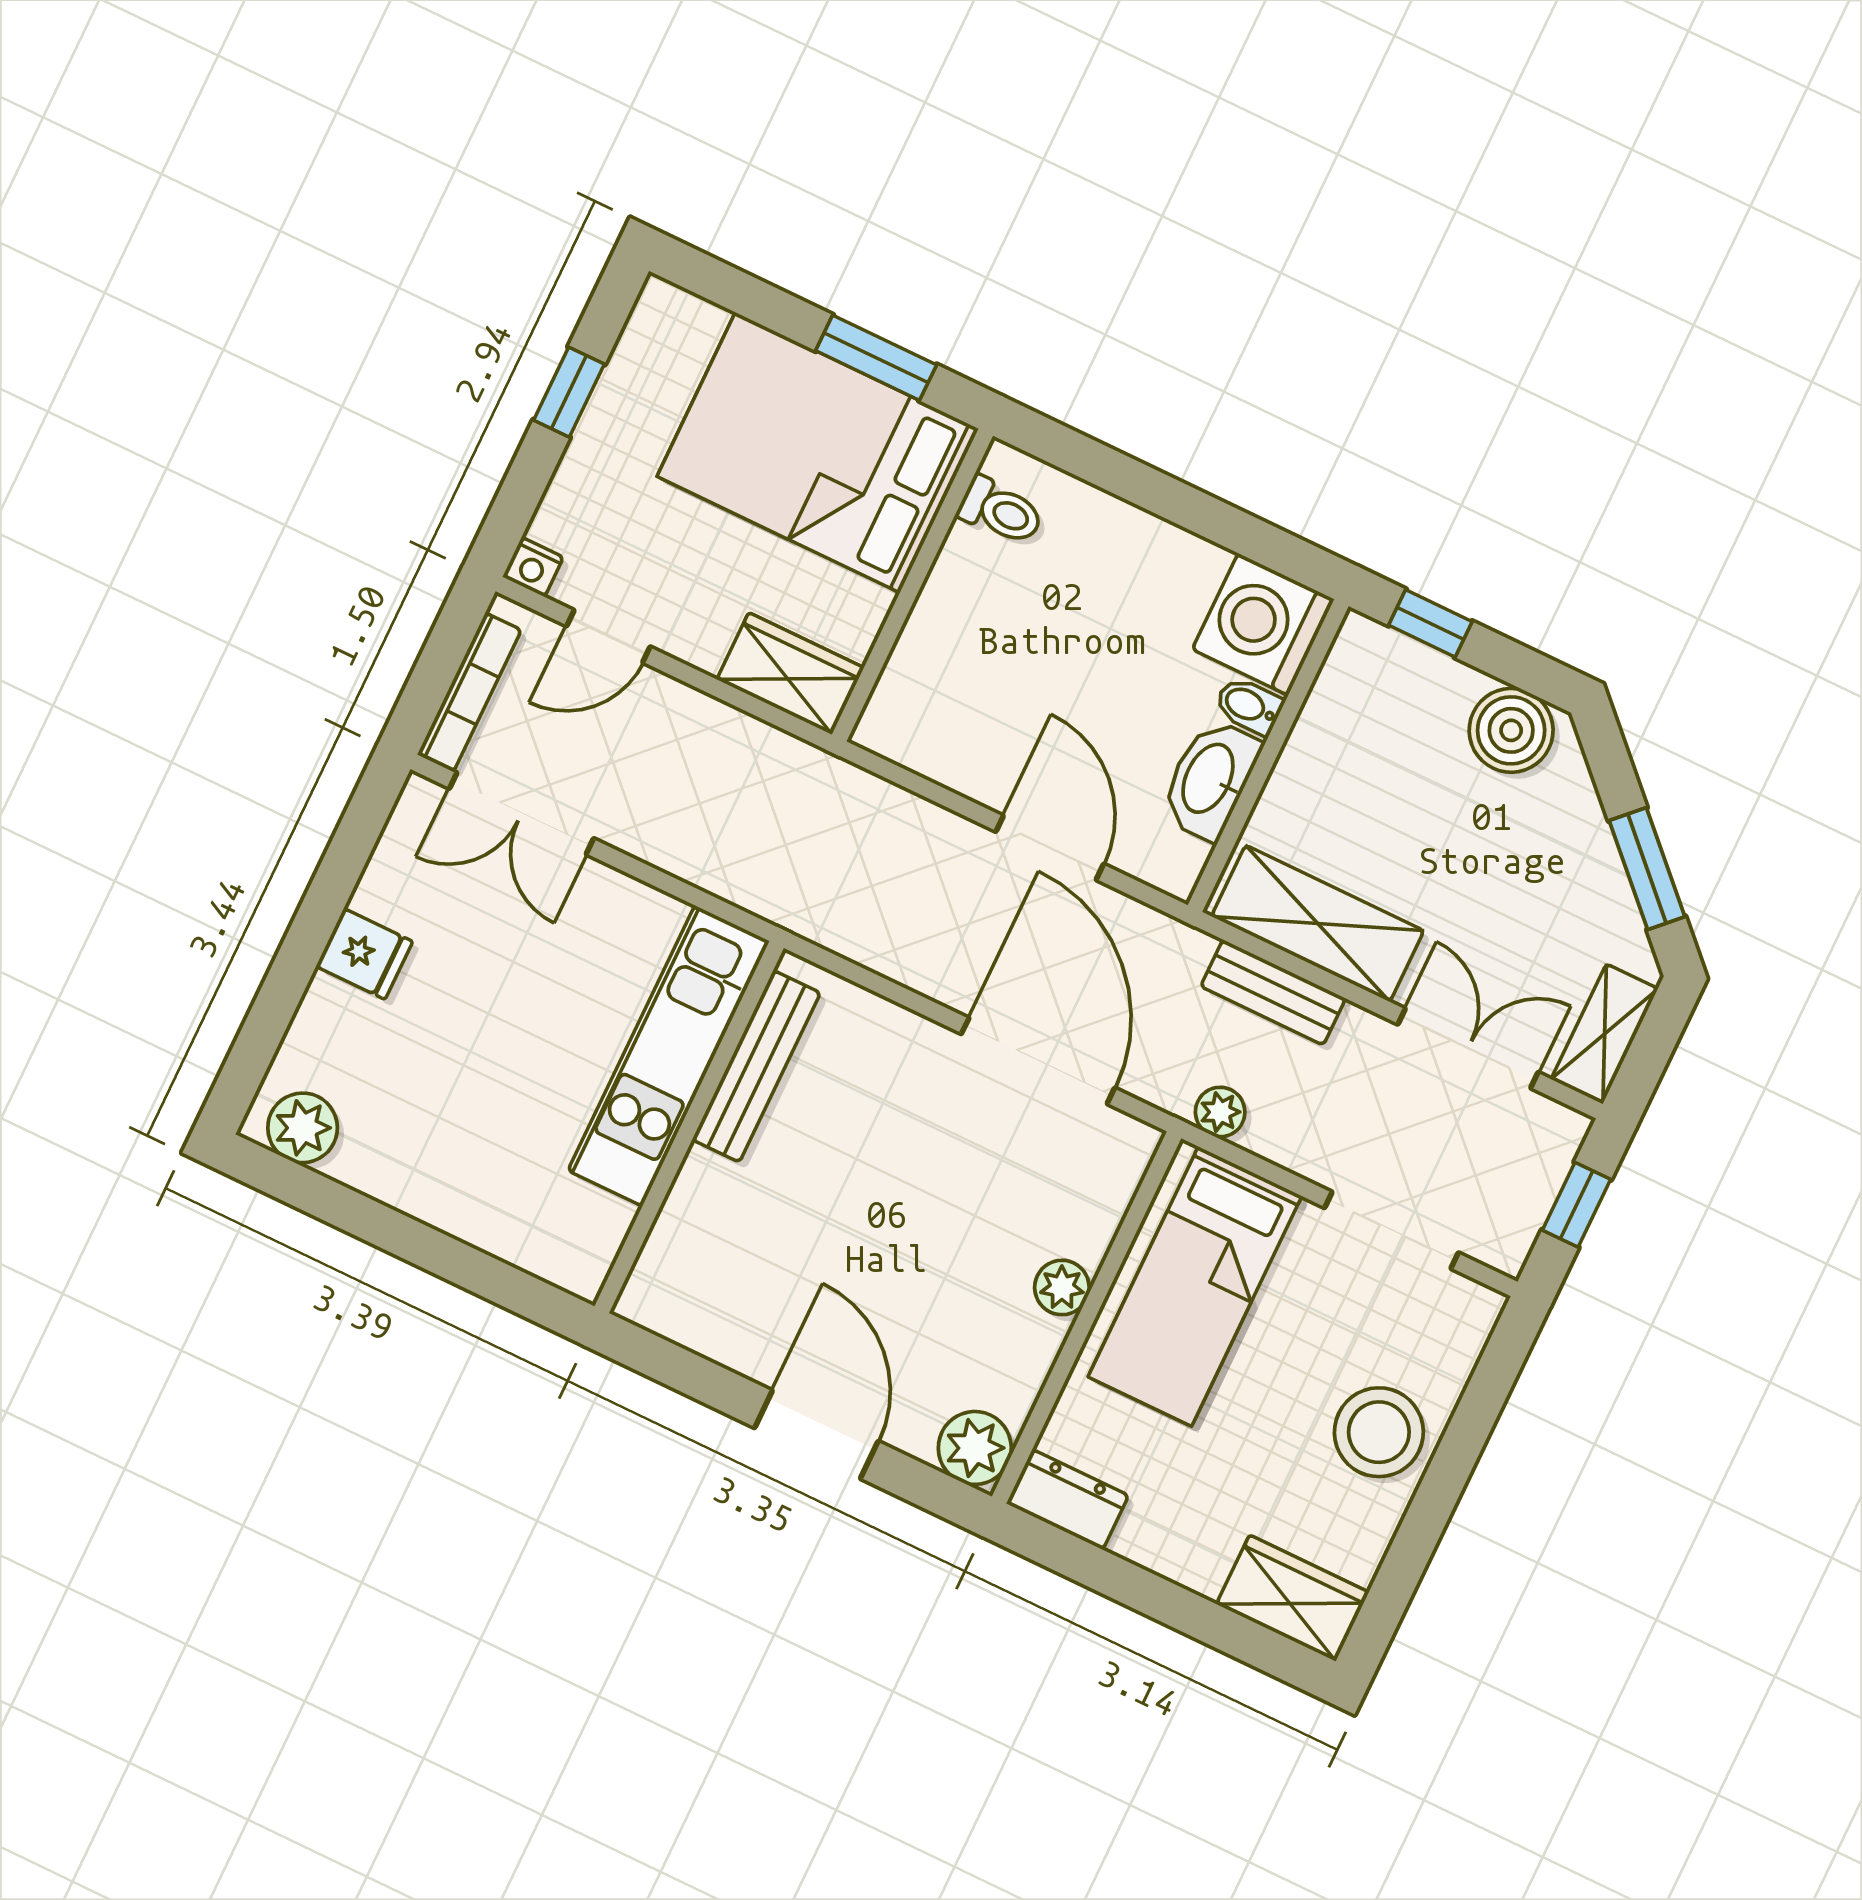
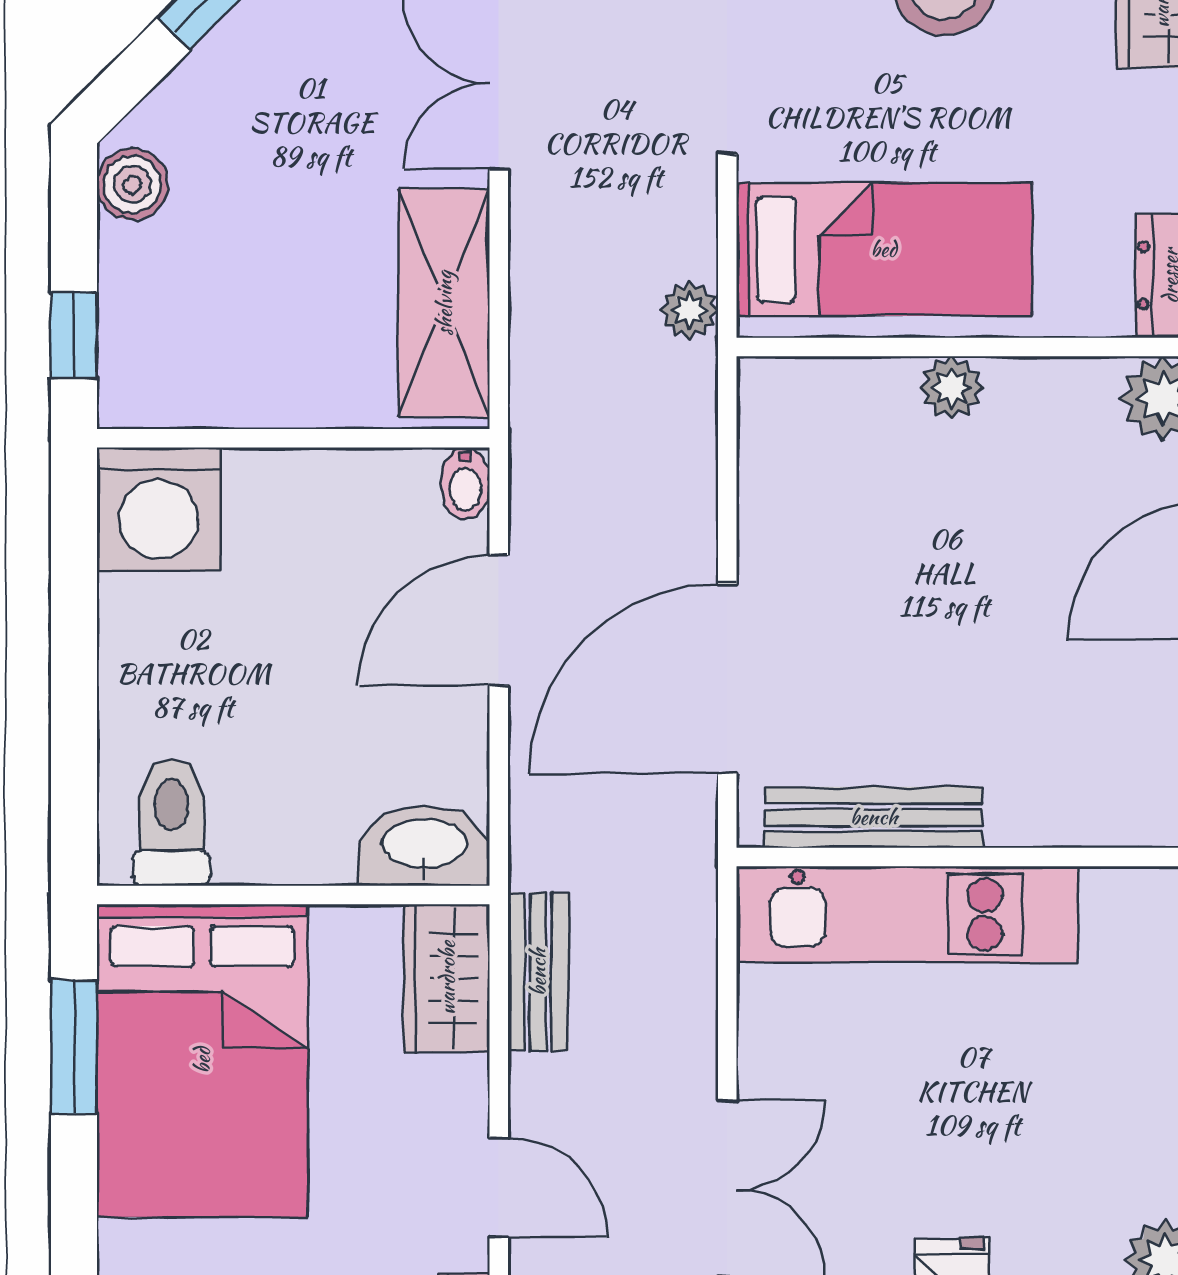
toilet: (1001, 511) -> (172, 822), width x1.37, depth x1.39
bidet: (1249, 706) -> (465, 483), moved
boiler: (1511, 730) -> (132, 184), width x0.73, depth x0.73
washbasin: (1210, 779) -> (424, 846), moved, turned 180
bench: (1273, 992) -> (538, 972), moved
door: (1038, 1061) -> (727, 679), moved

